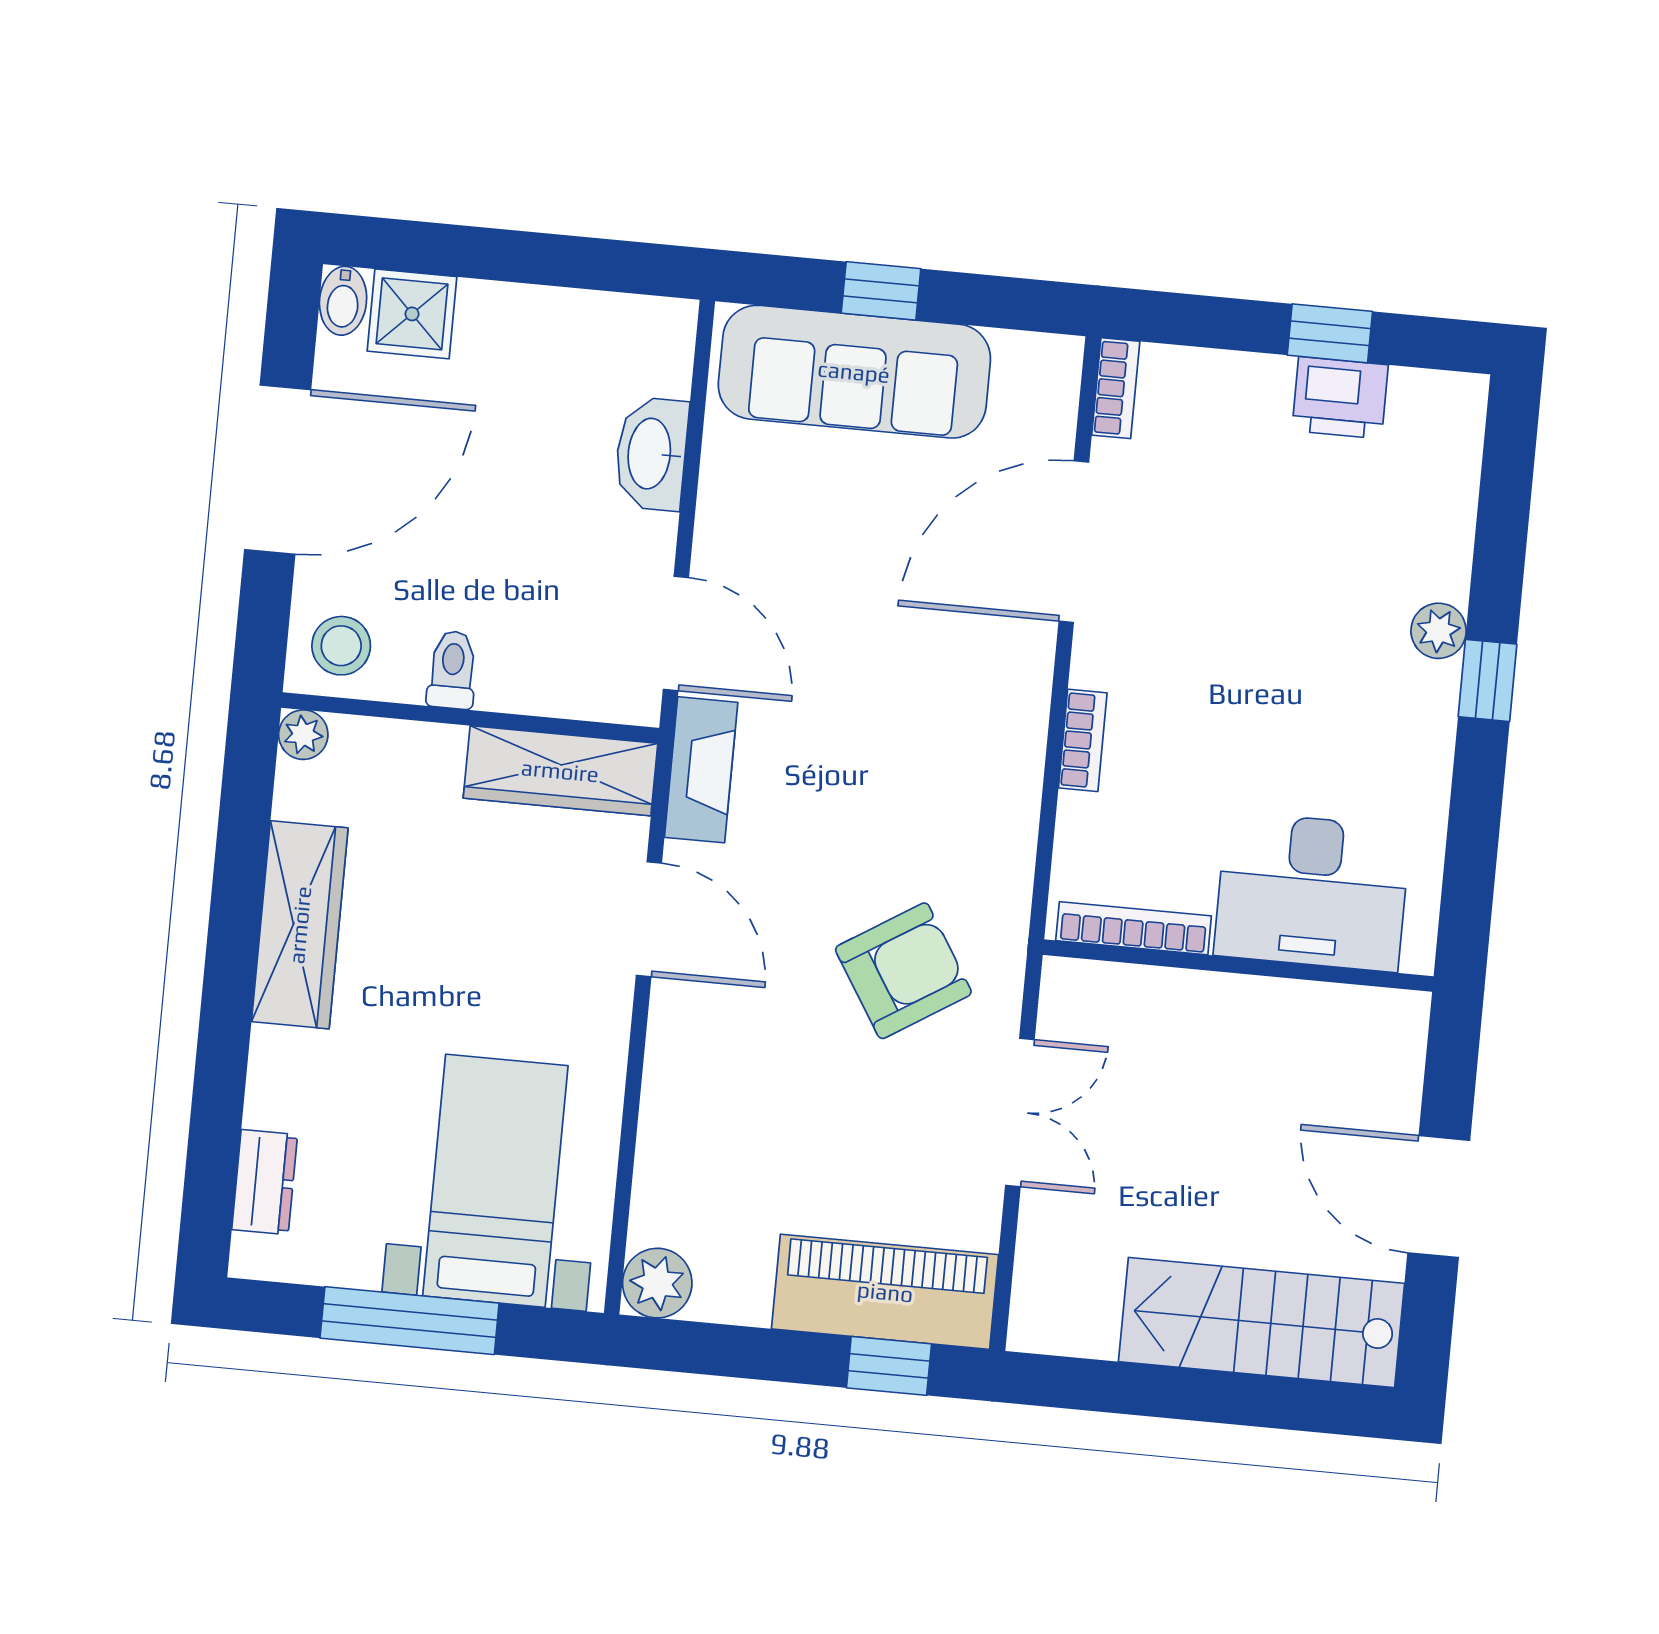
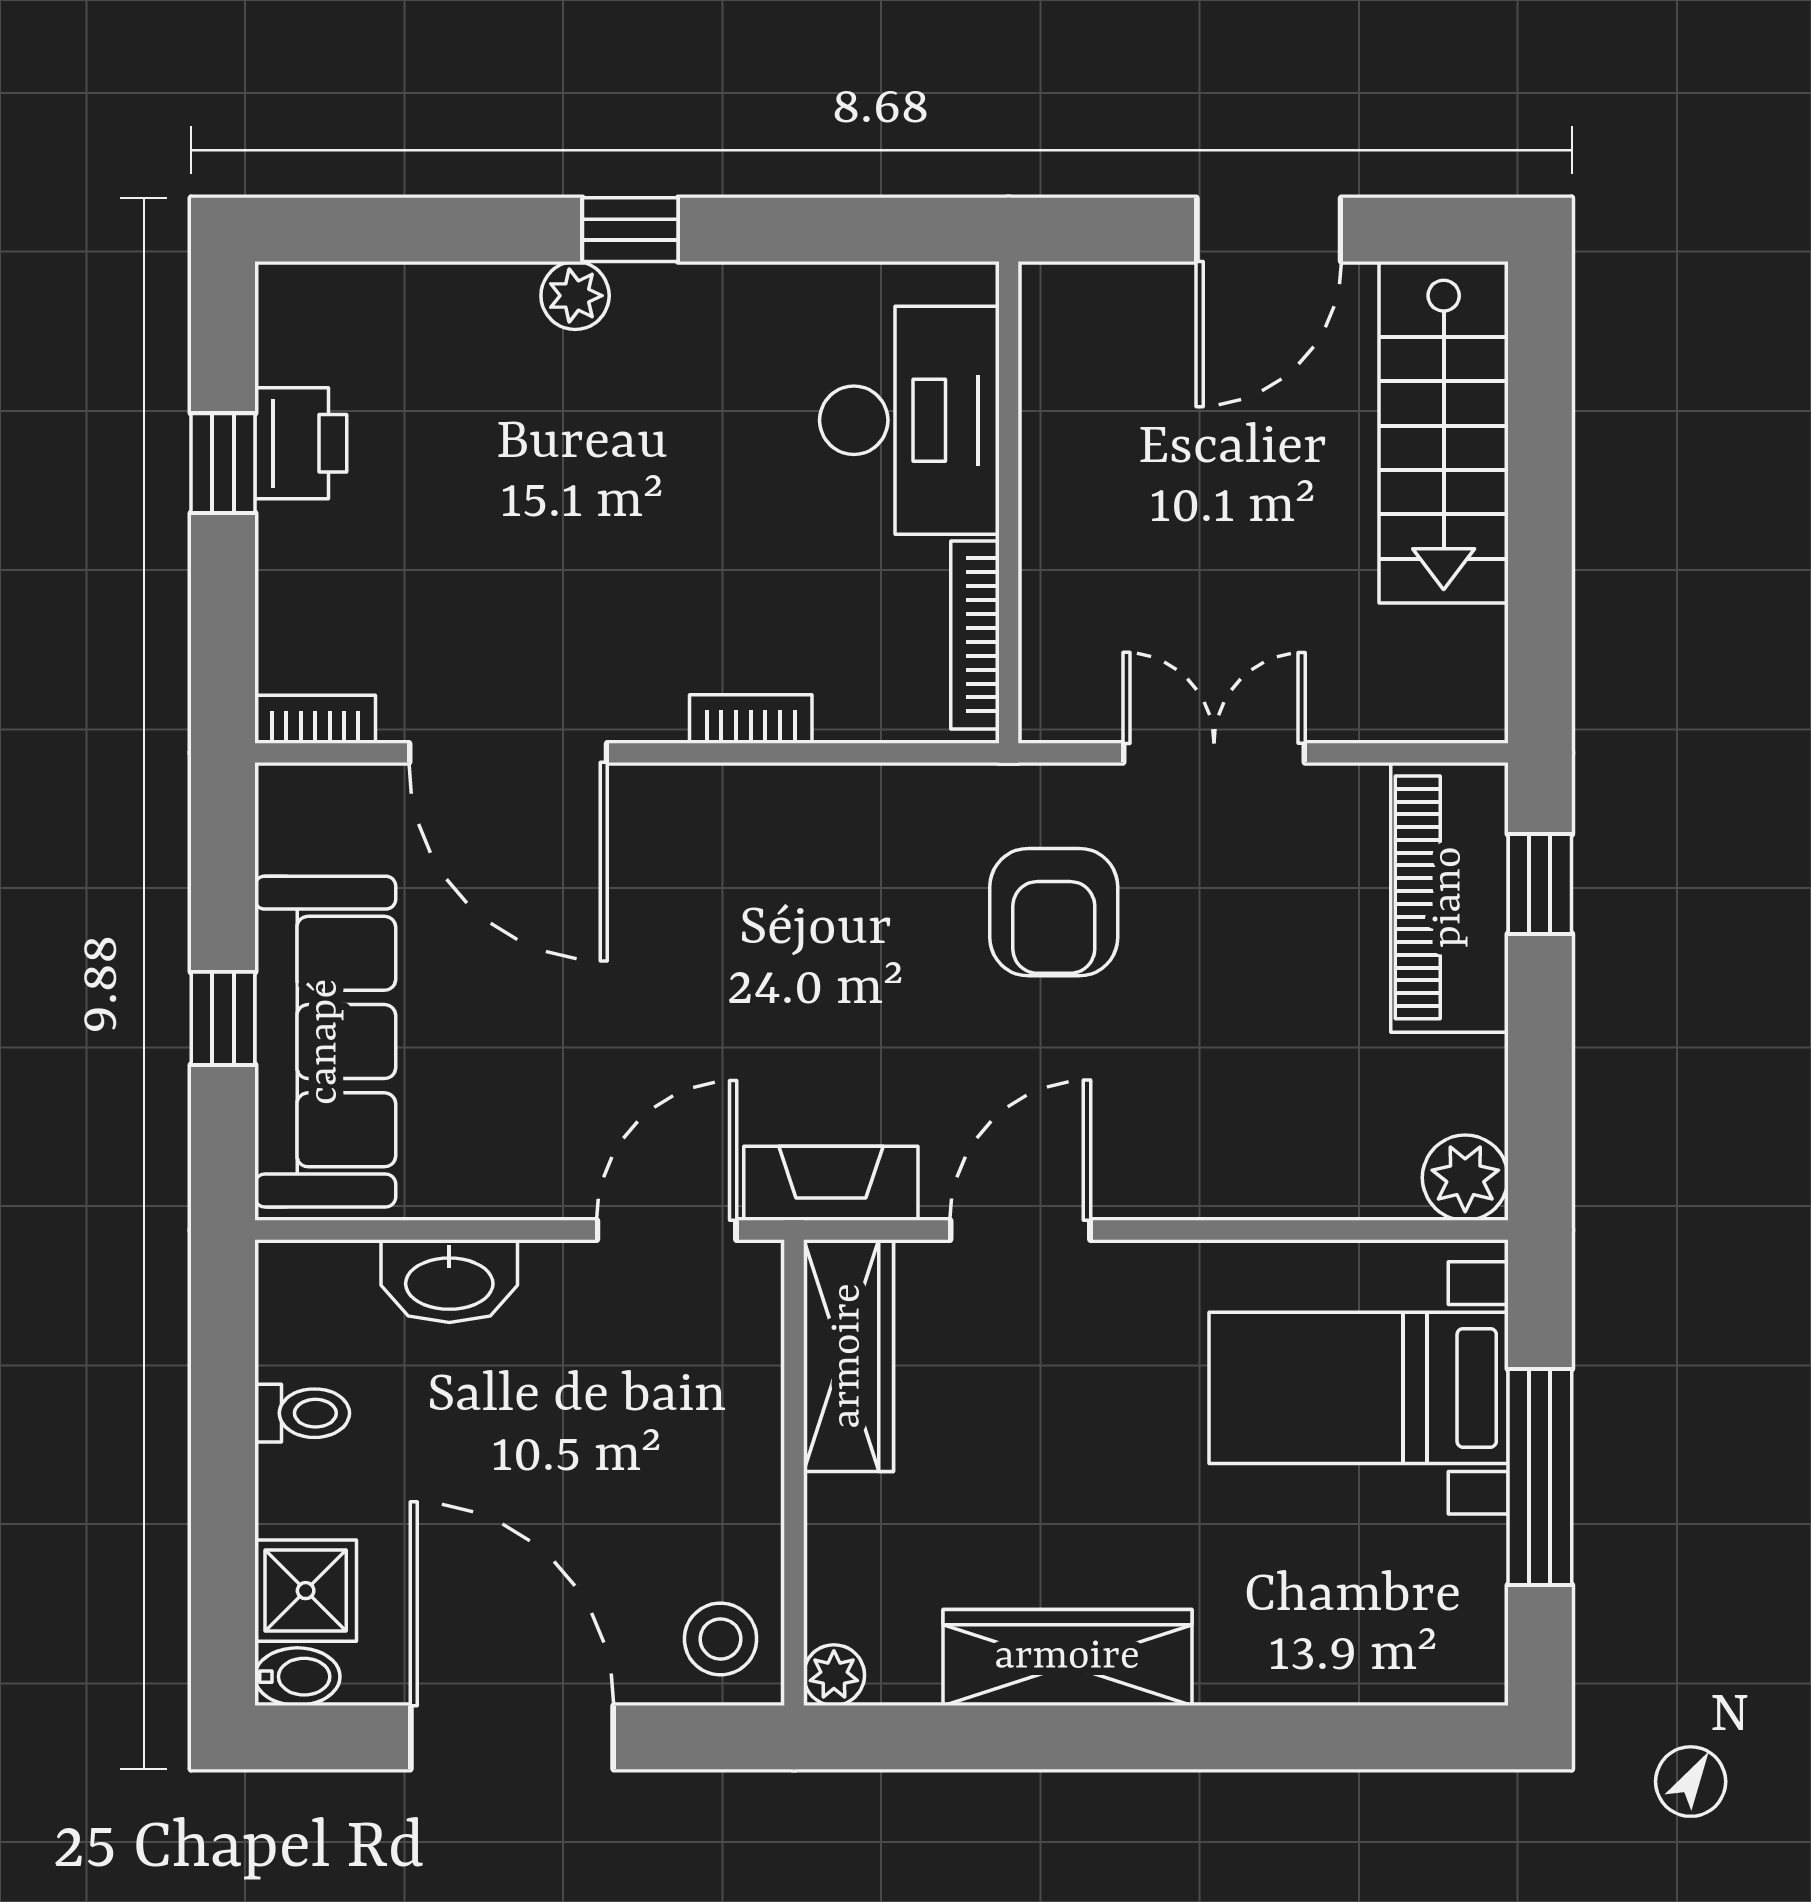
toilet: (452, 670) -> (302, 1413), moved, turned 180
armchair: (903, 971) -> (1054, 912), turned -148
dresser: (265, 1182) -> (1387, 1671), removed

